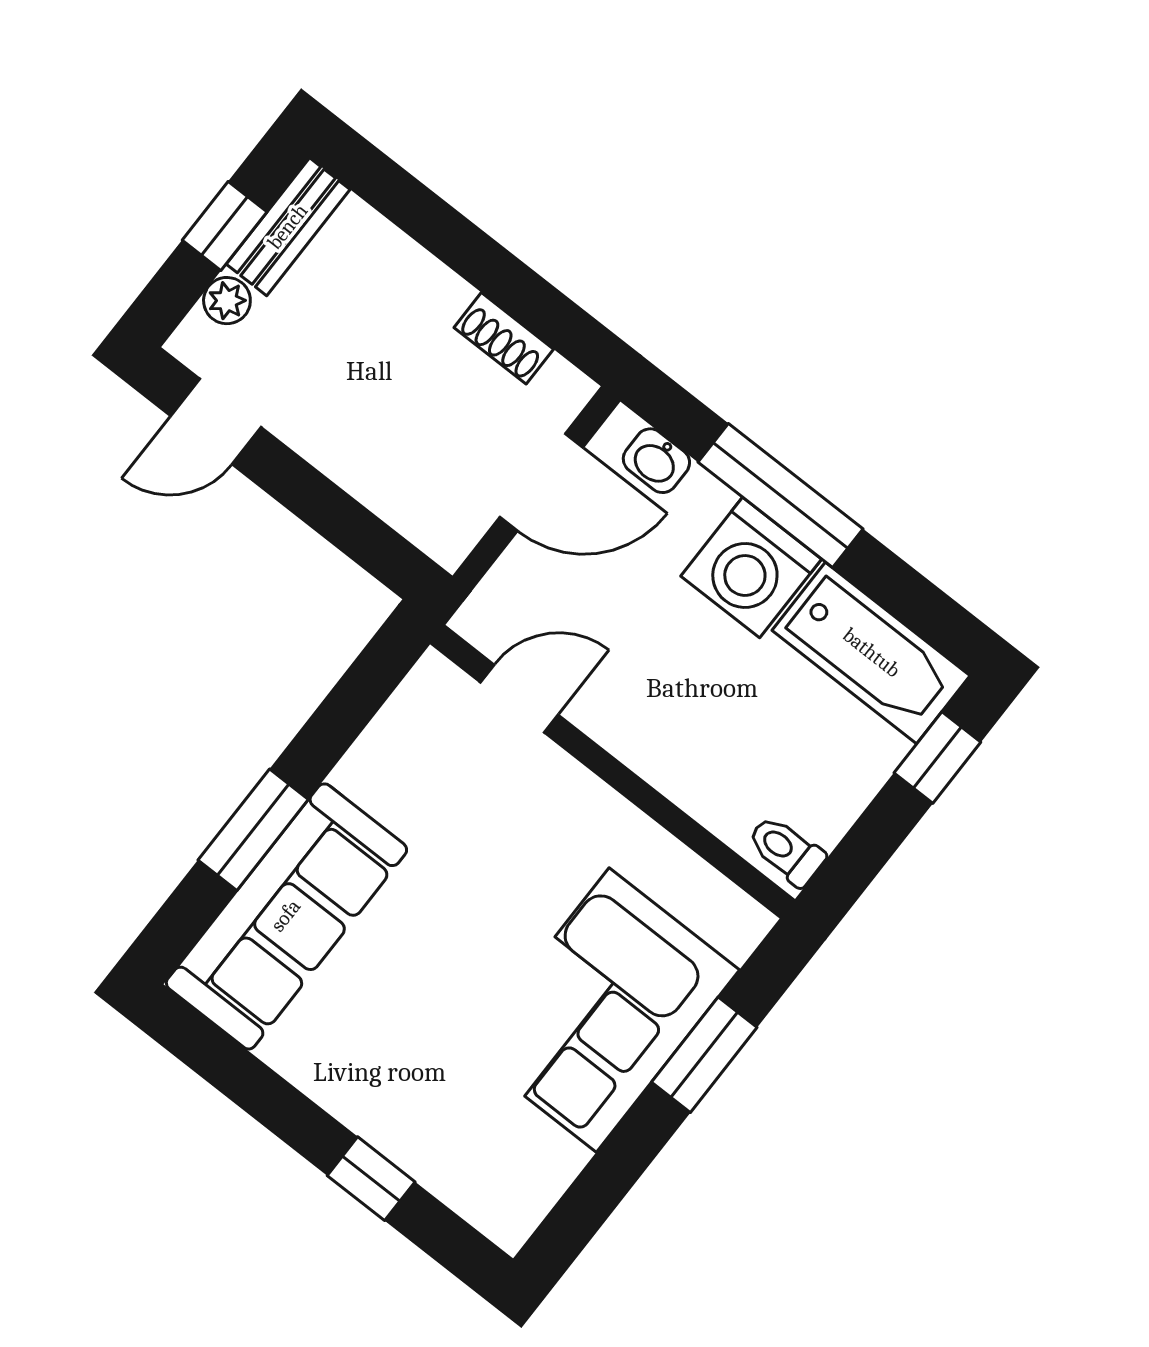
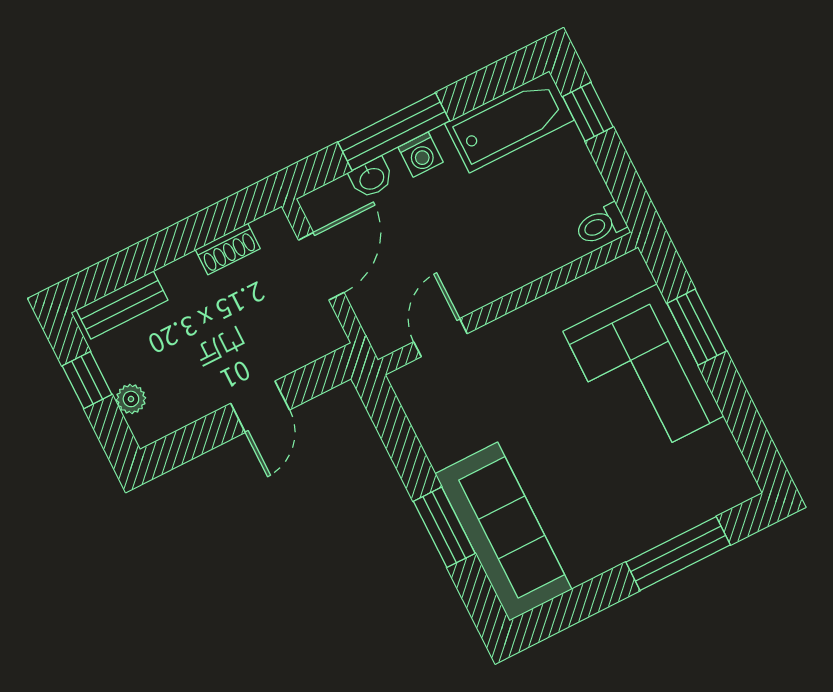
bench: (288, 227) -> (122, 305), moved, turned 90
door: (216, 422) -> (260, 407), moved
washbasin: (656, 461) -> (371, 178), moved
washing machine: (751, 568) -> (421, 155), width x0.53, depth x0.53
window: (371, 1179) -> (678, 554), width x2.17

